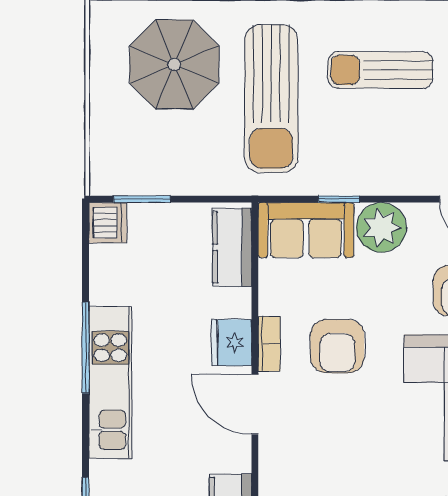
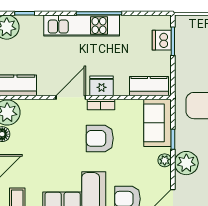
plant: (387, 172) -> (186, 163), added
dishwasher: (108, 223) -> (162, 40), moved, turned 90
plant: (381, 227) -> (165, 160), width x0.53, depth x0.53

